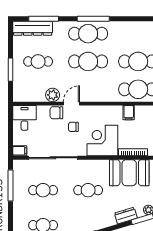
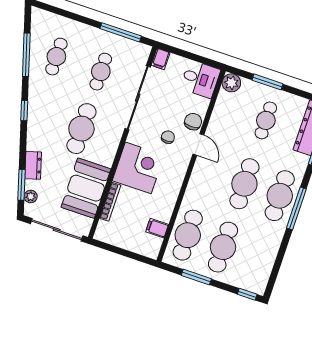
plant: (53, 95) -> (231, 83), moved
filing cabinet: (129, 113) -> (157, 228), moved
cafe table: (88, 190) -> (81, 129), width x1.37, depth x1.35

